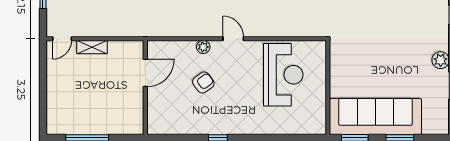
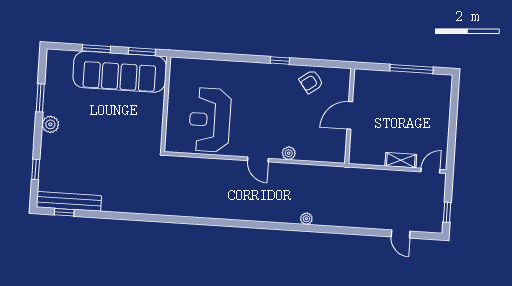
door: (145, 73) -> (350, 115), moved
armchair: (203, 83) -> (311, 82), moved

